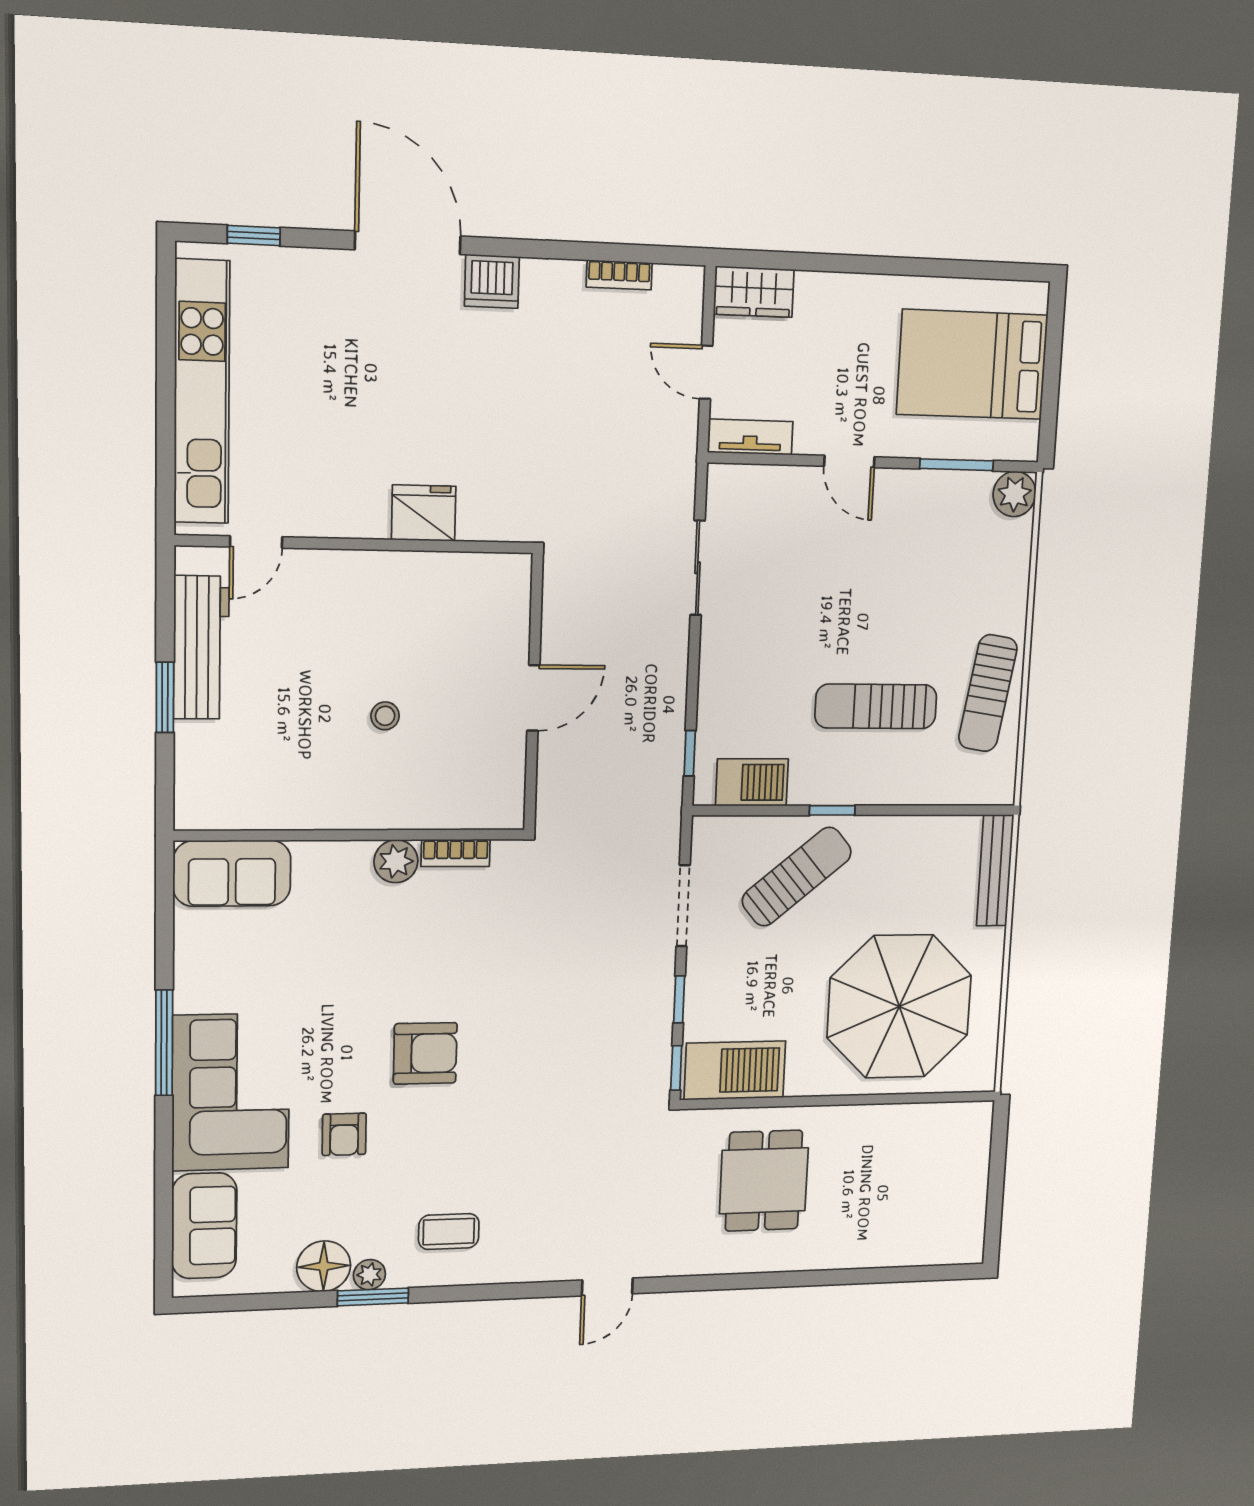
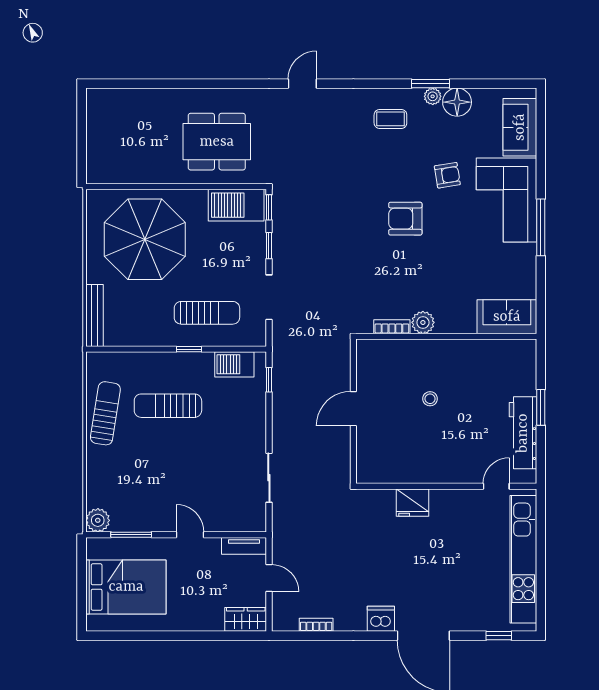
sun lounger: (876, 706) -> (168, 406), turned 180
sun lounger: (797, 877) -> (207, 313), turned -140
armchair: (344, 1134) -> (447, 175), turned 81
dining table: (764, 1181) -> (217, 142), width x1.37

